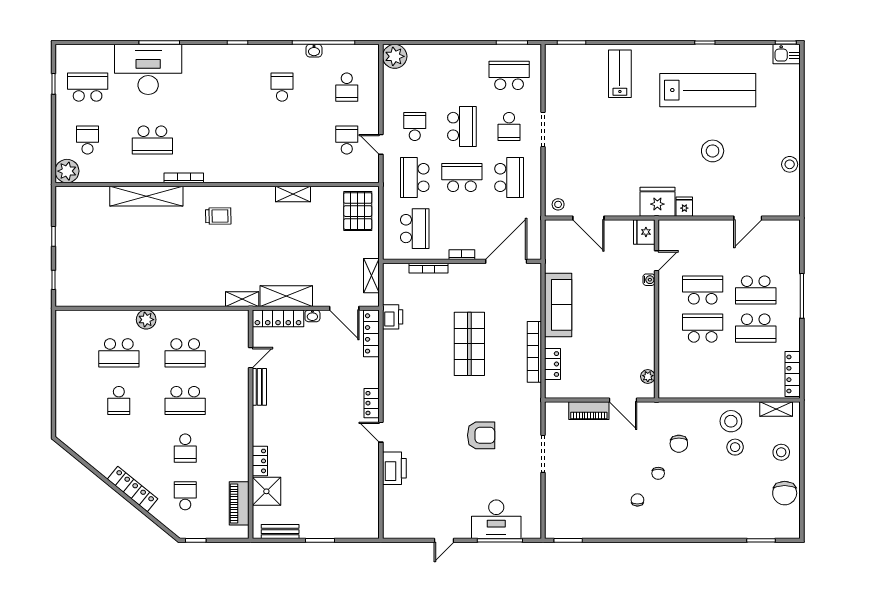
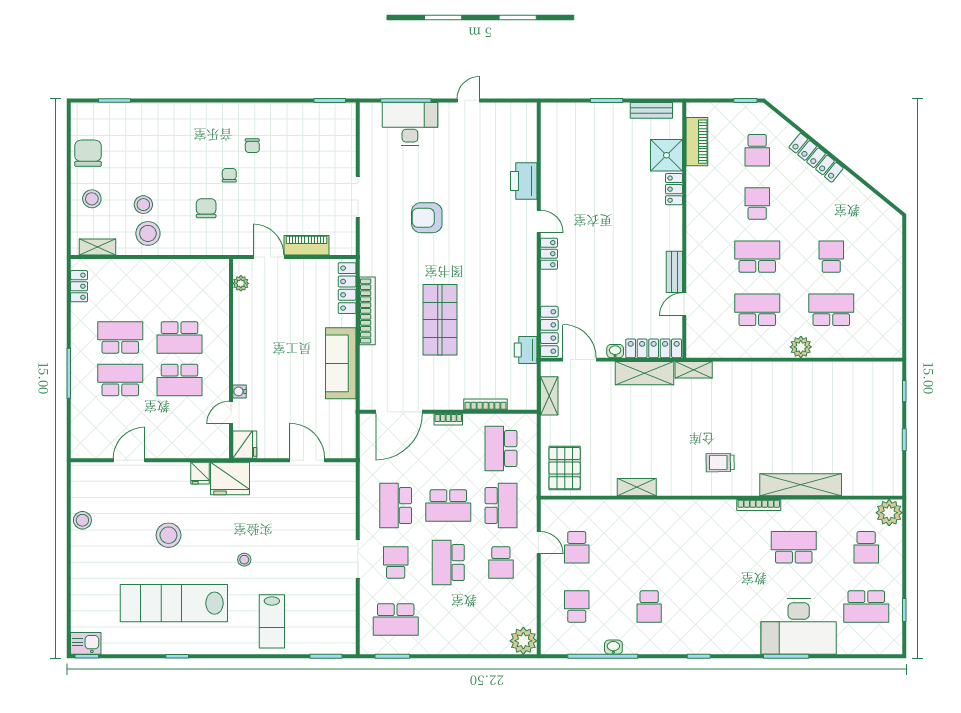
stool: (558, 204) -> (244, 560), moved
locker: (553, 364) -> (347, 288), width x1.53
locker: (793, 374) -> (79, 286), width x0.66

